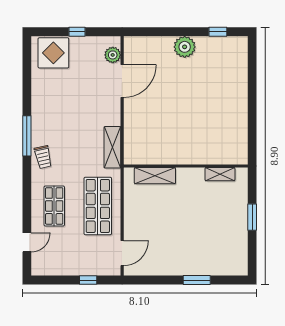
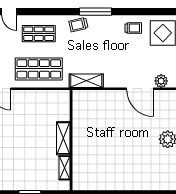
trolley: (47, 89) -> (133, 28), added
shelving: (155, 176) -> (63, 138), moved

